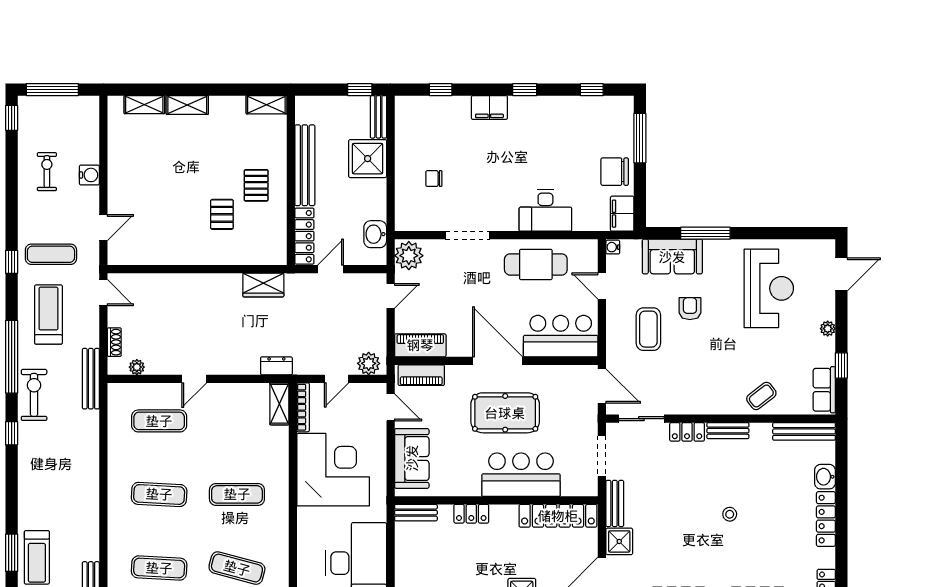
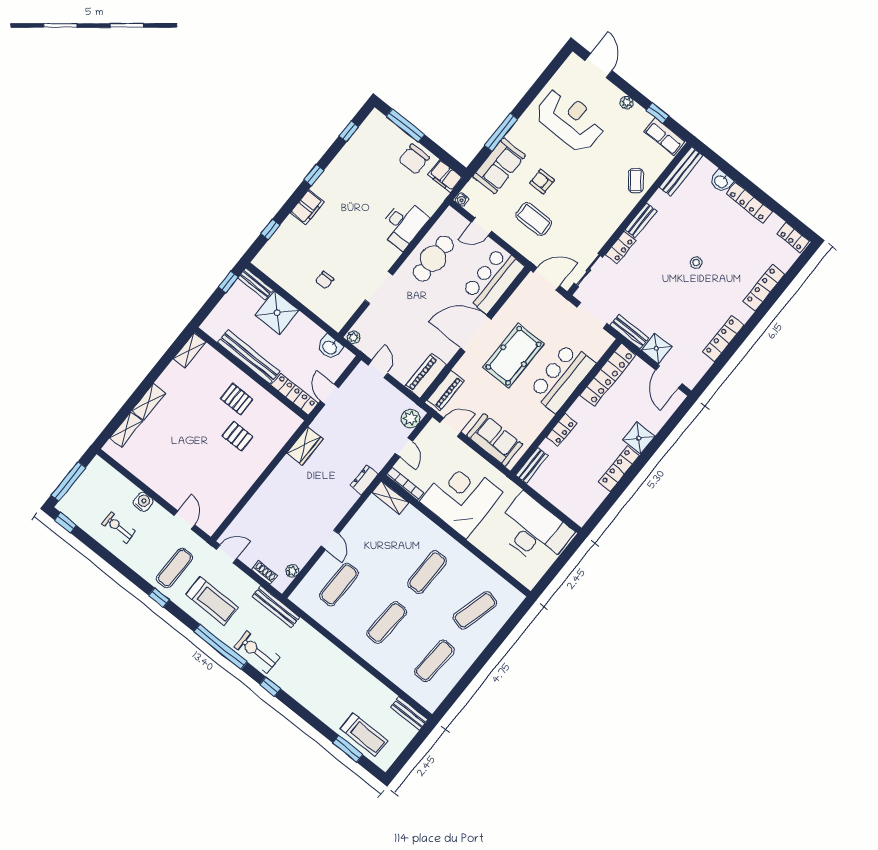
plant: (409, 256) -> (354, 337), width x0.53, depth x0.53
treadmill: (48, 314) -> (212, 601), turned 180

